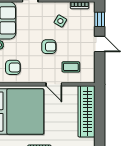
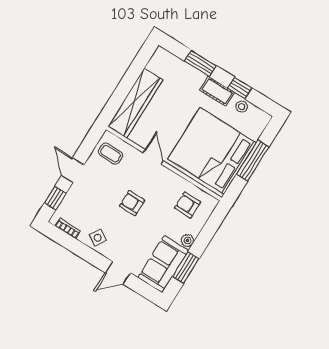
side table: (60, 21) -> (98, 238), moved
coffee table: (71, 67) -> (111, 154), moved

